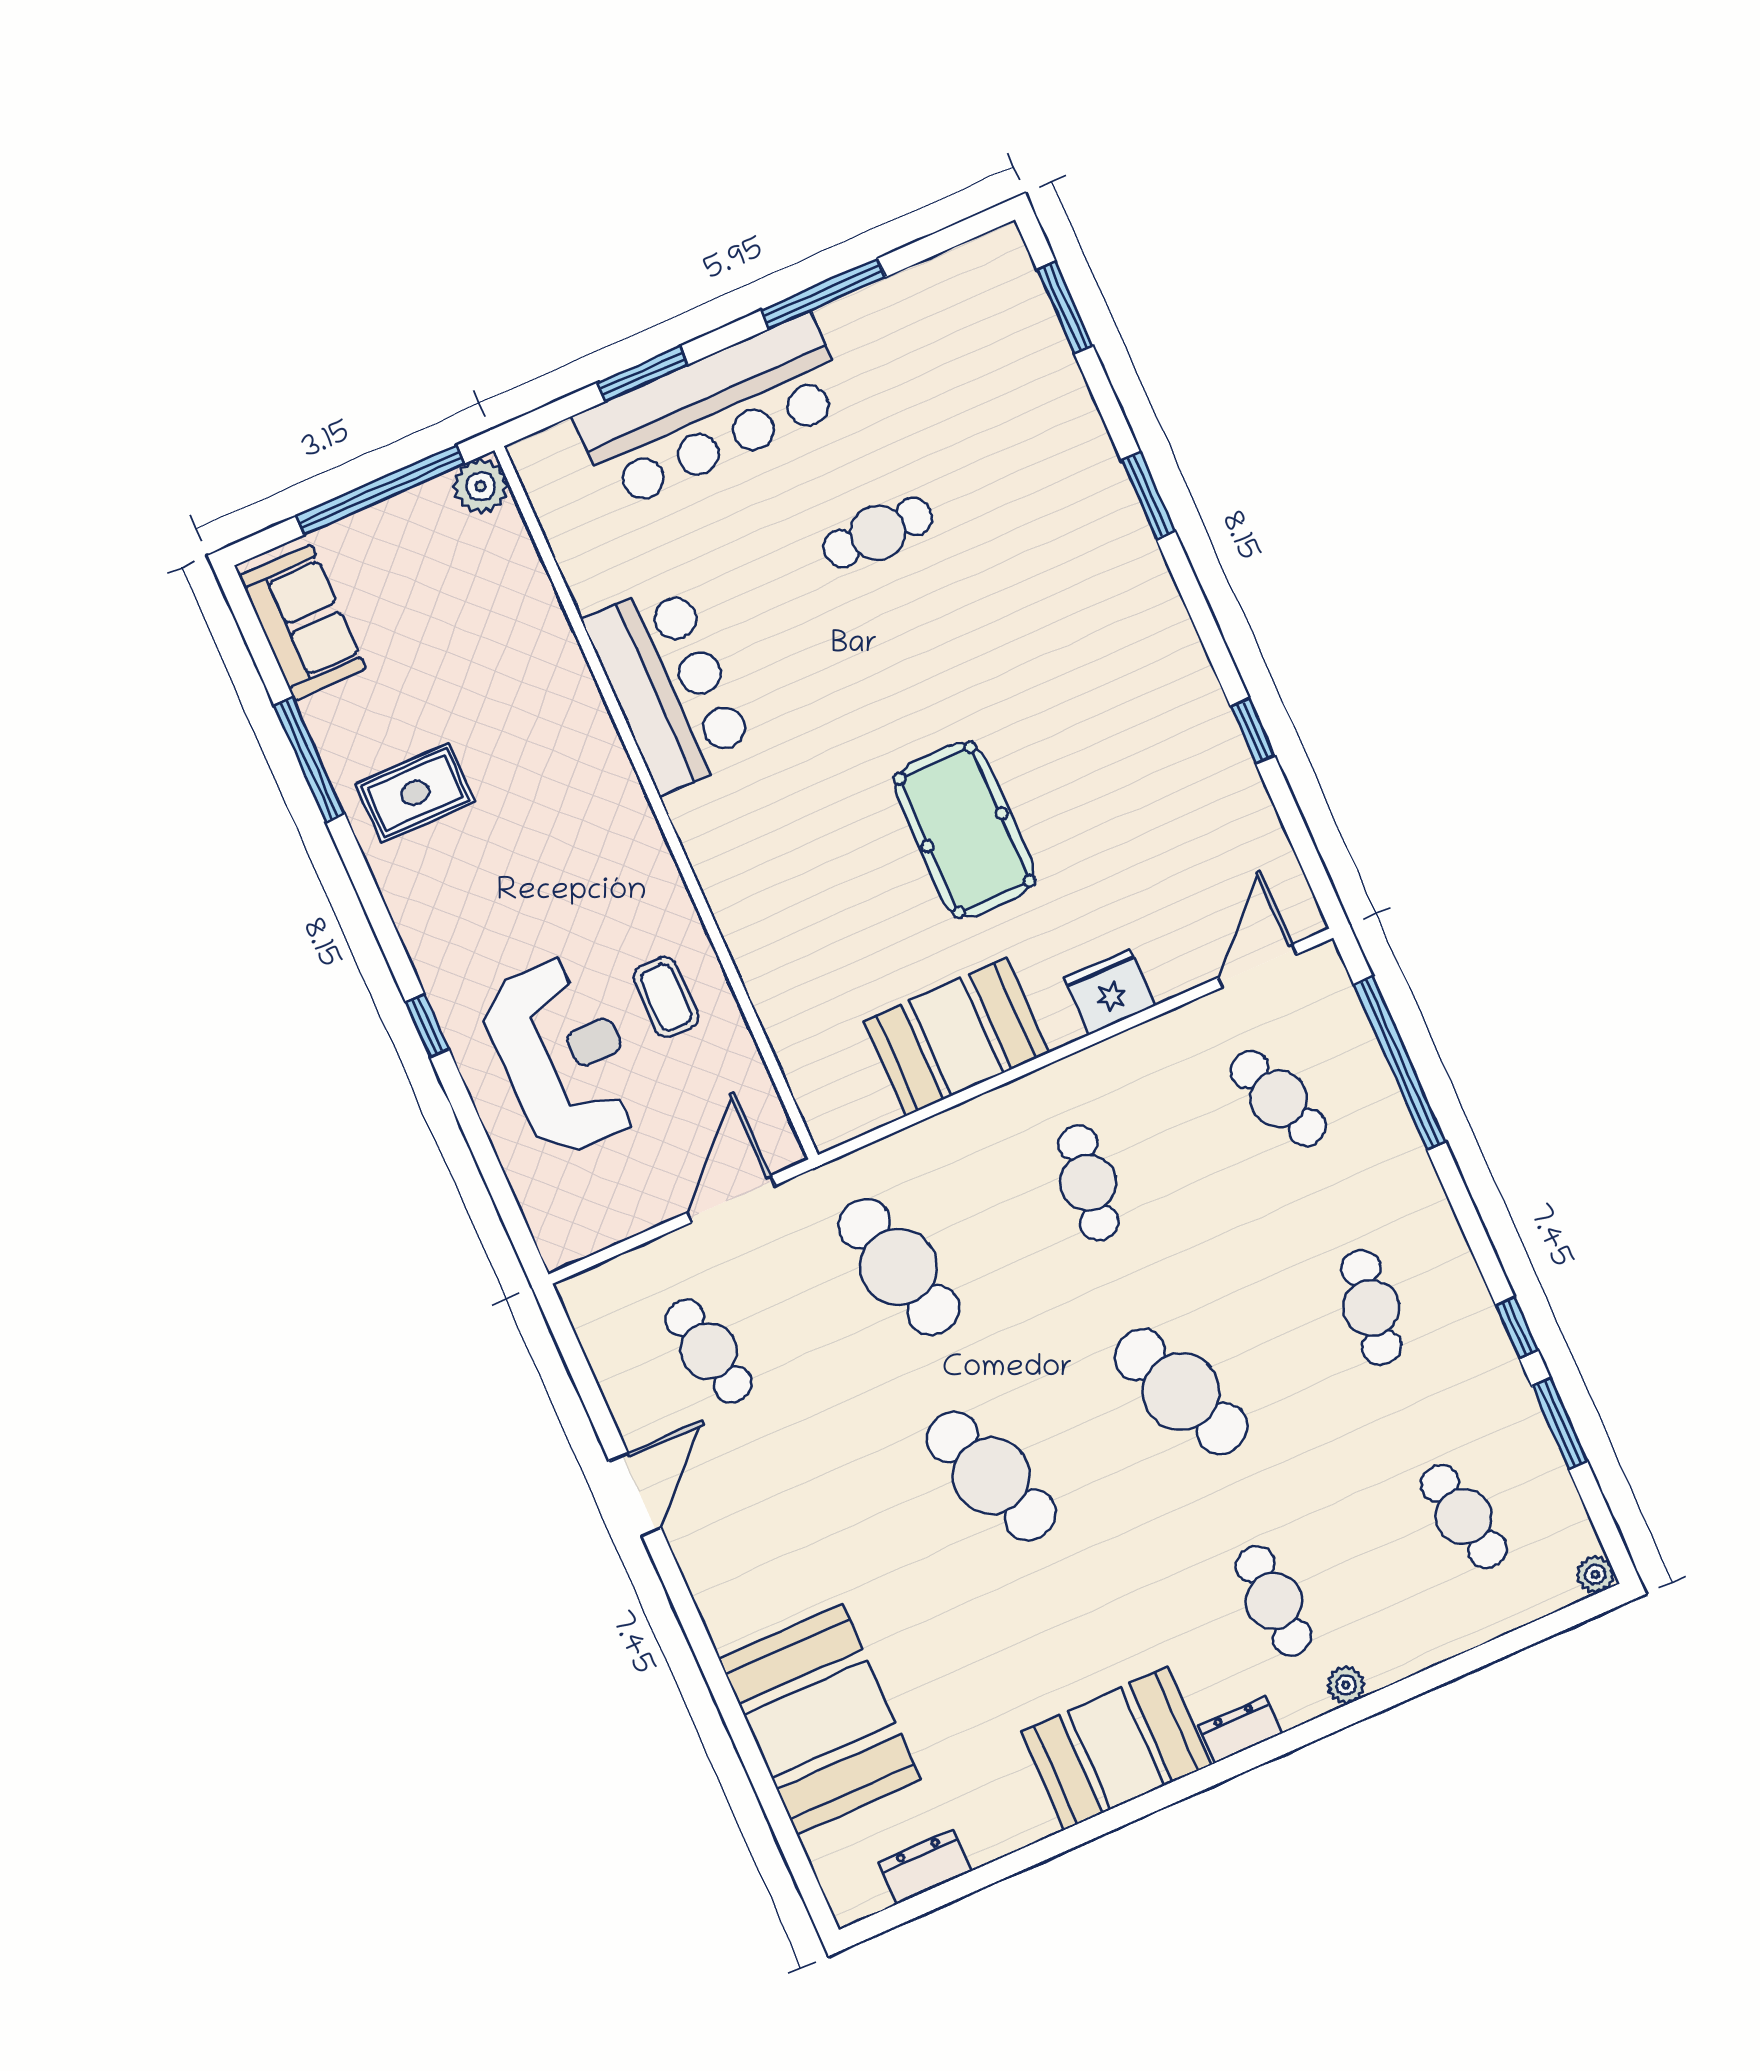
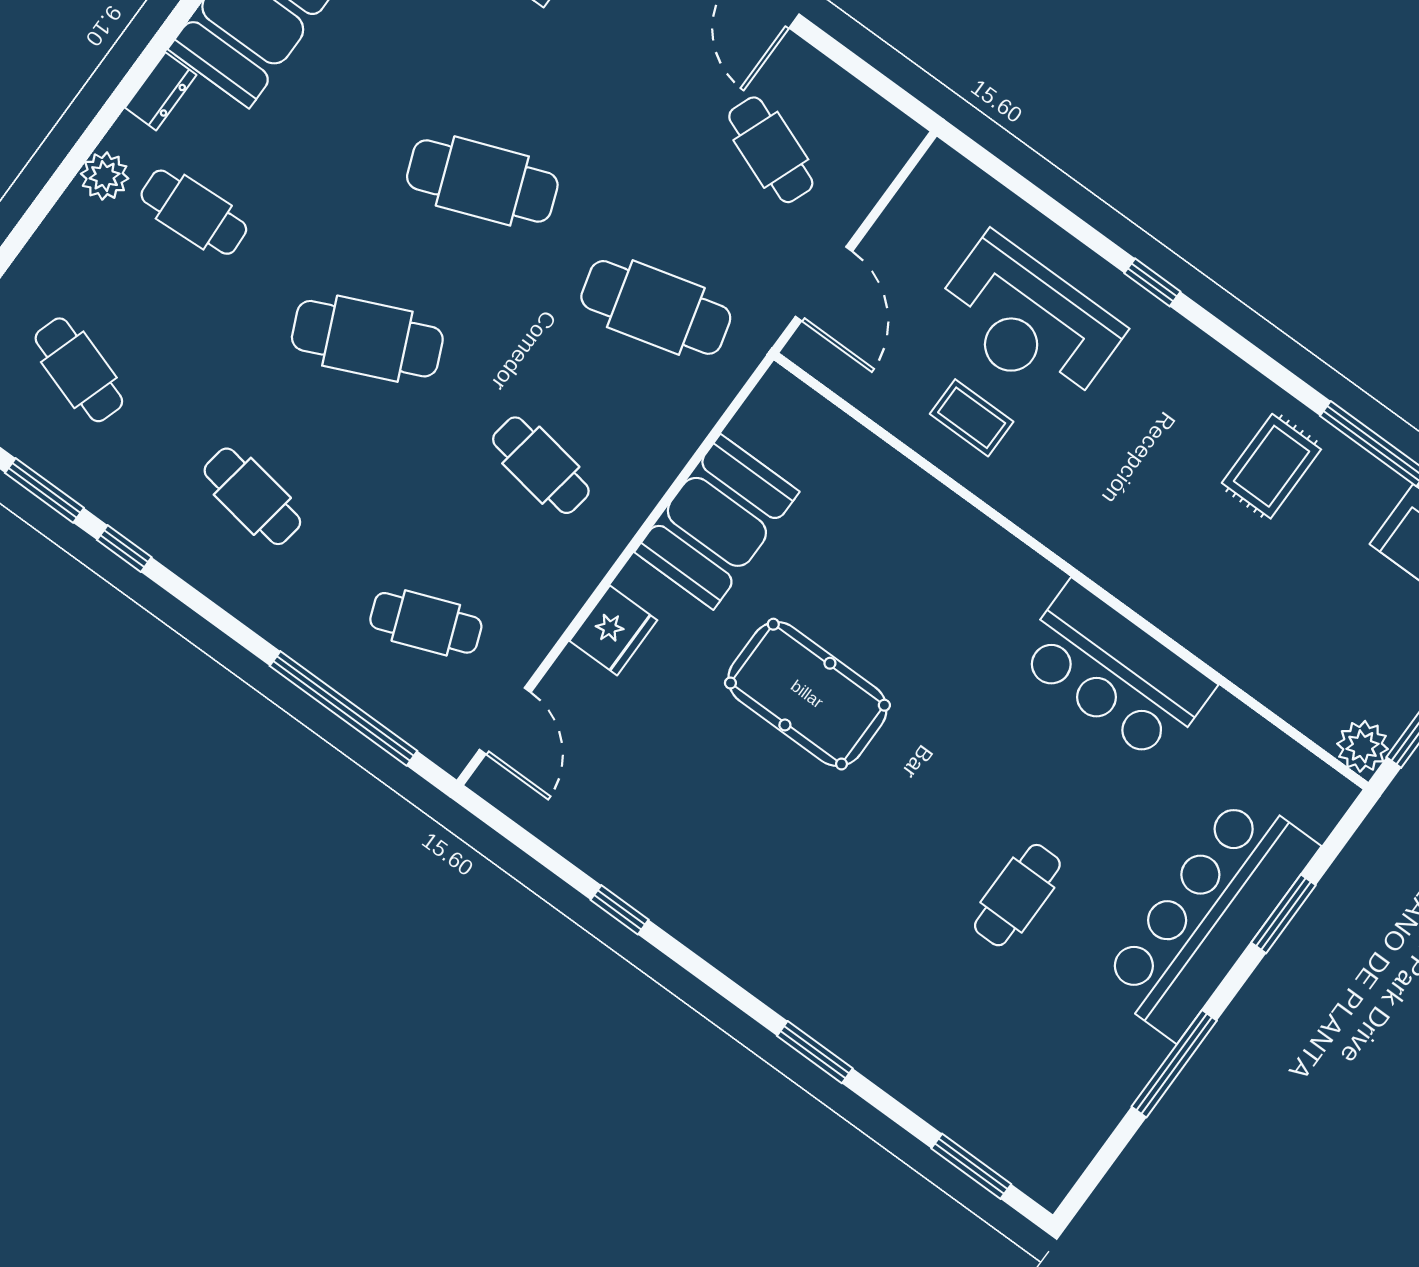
cafe table: (709, 1351) -> (771, 150), turned 33
cafe table: (1464, 1517) -> (79, 370), turned 30
plant: (1346, 1685) -> (105, 176), width x1.38, depth x1.38

